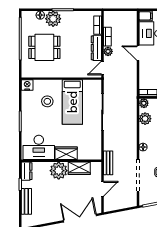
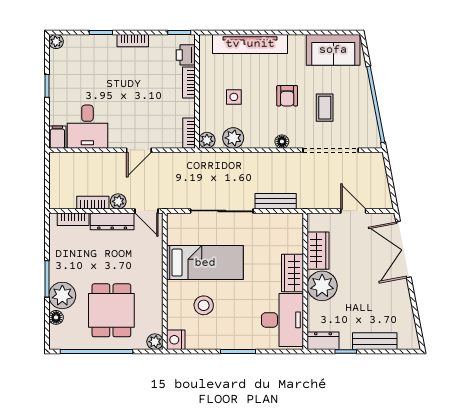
door: (138, 53) -> (139, 150), moved
plant: (26, 73) -> (155, 342), added
bench: (108, 163) -> (276, 201), moved

